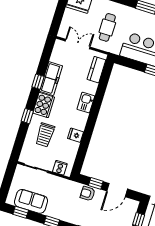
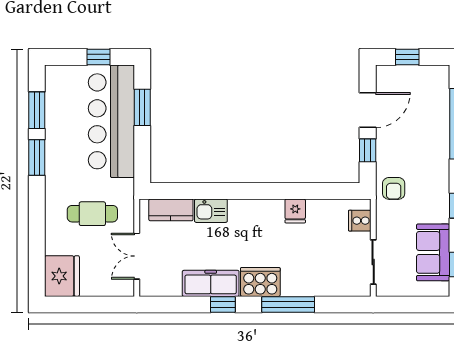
kitchen sink: (86, 103) -> (211, 211), moved
window: (27, 116) -> (288, 304), width x2.17
trolley: (45, 135) -> (311, 264), removed
door: (117, 190) -> (368, 110), hinge flipped
armchair: (88, 194) -> (394, 188), moved

